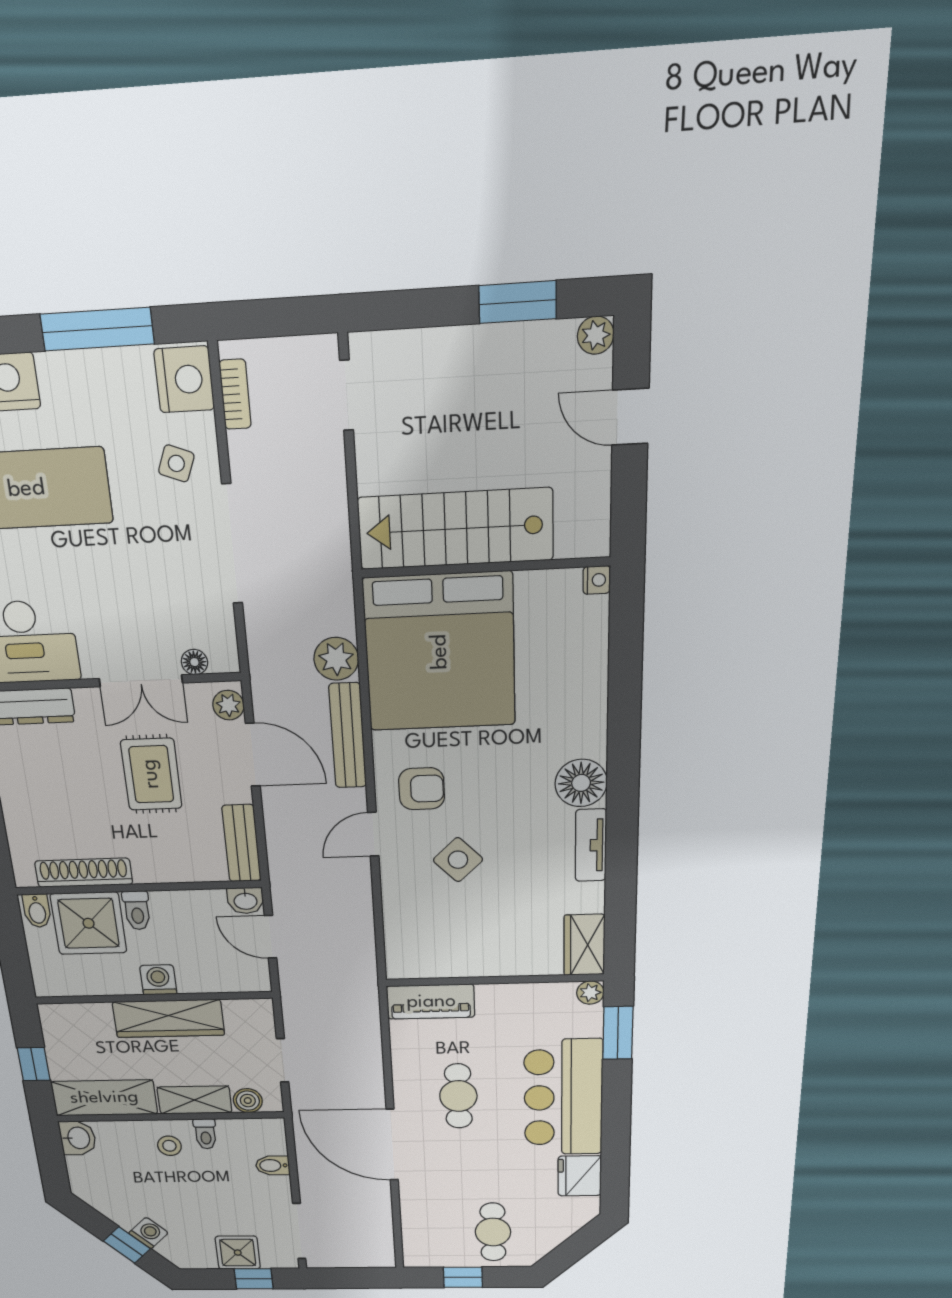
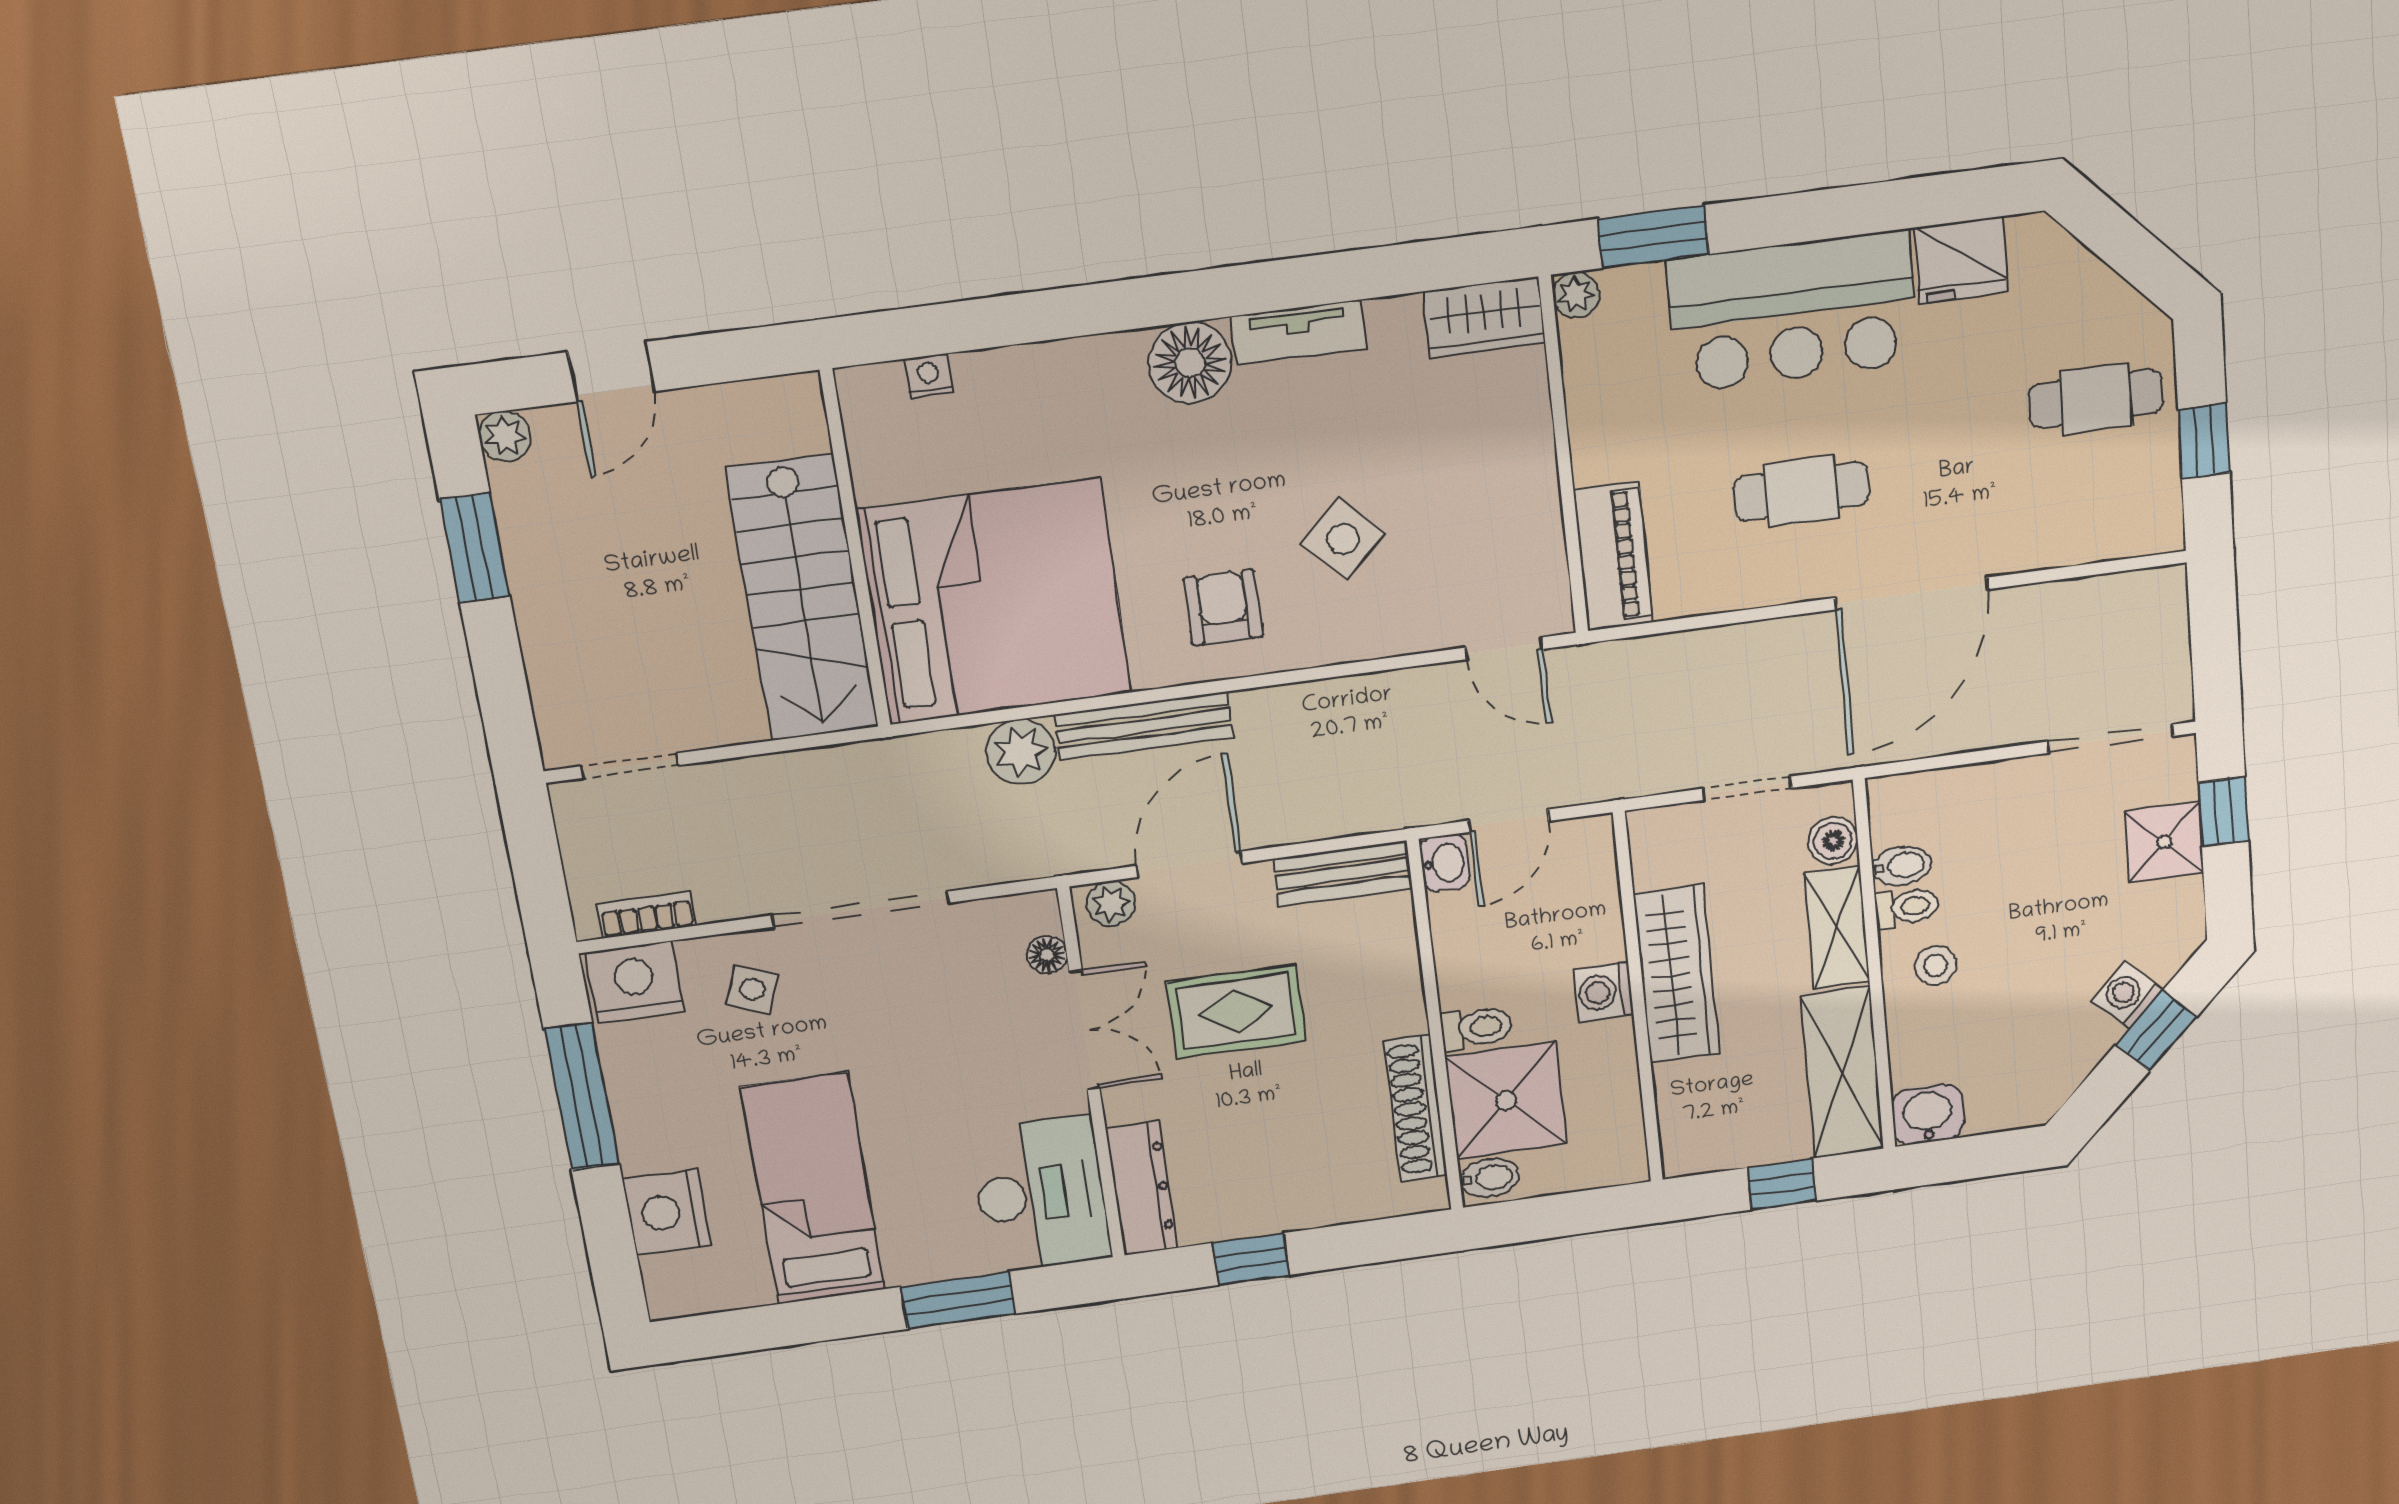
nightstand: (597, 580) -> (928, 376), moved
door: (373, 834) -> (1504, 648), moved
bidet: (273, 1165) -> (1901, 866), moved, turned -90

